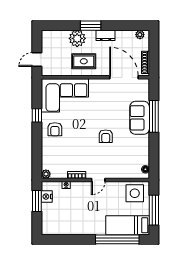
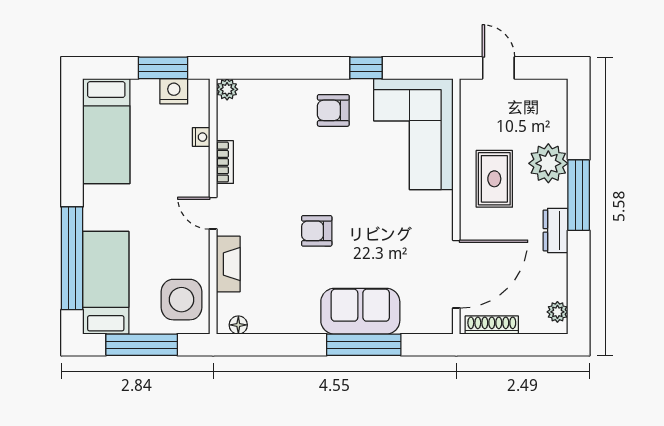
window: (91, 26) -> (579, 195), width x1.44
fireplace: (120, 174) -> (228, 264), added
bed: (64, 225) -> (106, 131), added

